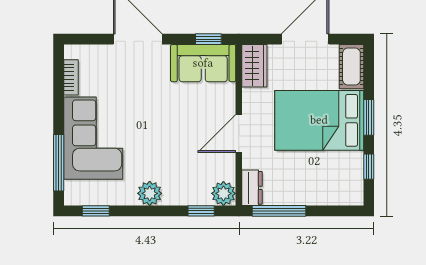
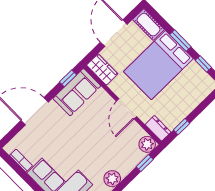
window: (279, 211) -> (182, 127), width x0.46

